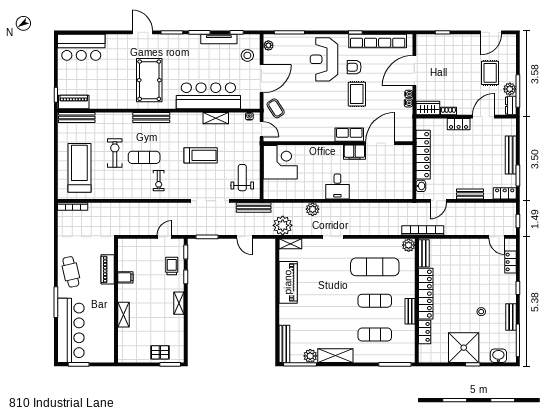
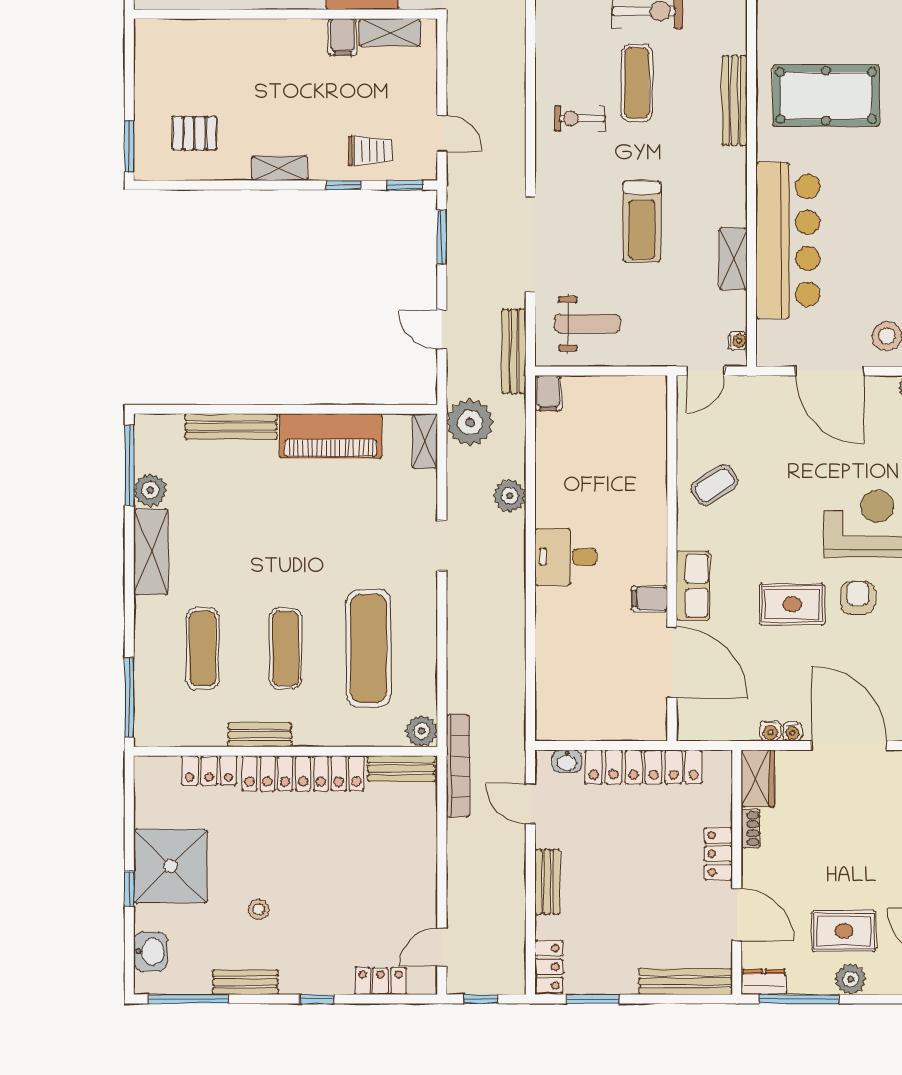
plant: (510, 89) -> (851, 979), moved
coffee table: (276, 108) -> (714, 485), moved
filing cabinet: (354, 152) -> (650, 598), width x0.50
bench: (511, 155) -> (686, 981), moved
corner desk: (280, 162) -> (625, 417), removed
filing cabinet: (271, 194) -> (548, 393), added
door: (245, 237) -> (442, 330), hinge flipped
shelving: (123, 315) -> (390, 32), moved
bench: (284, 344) -> (231, 427), moved
pallet: (160, 352) -> (194, 133), moved, turned 90

